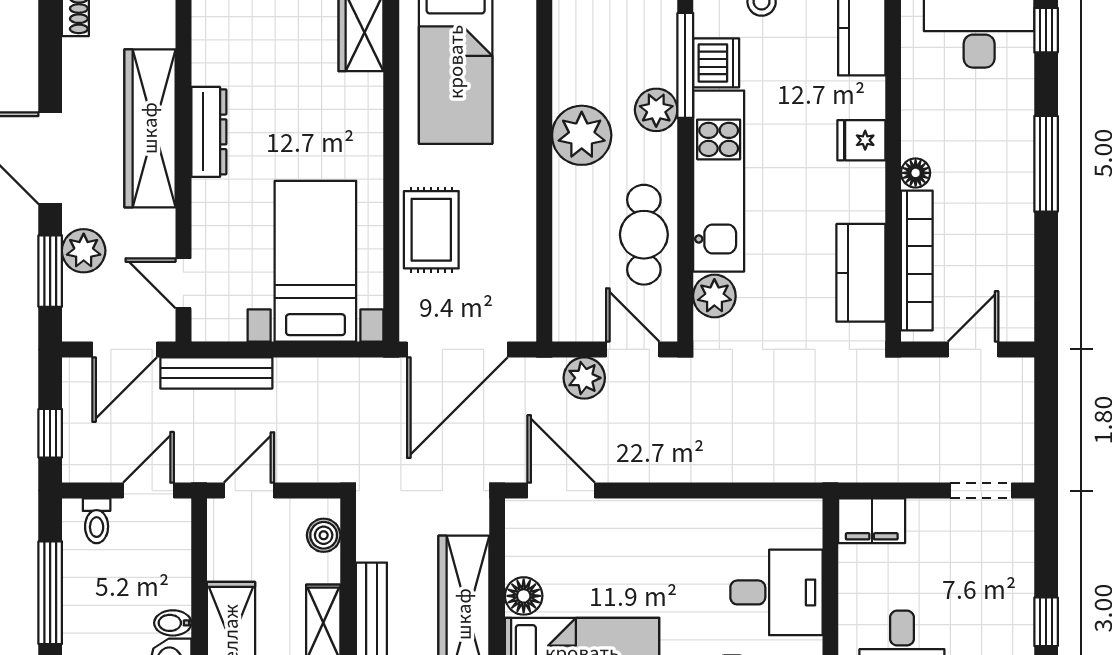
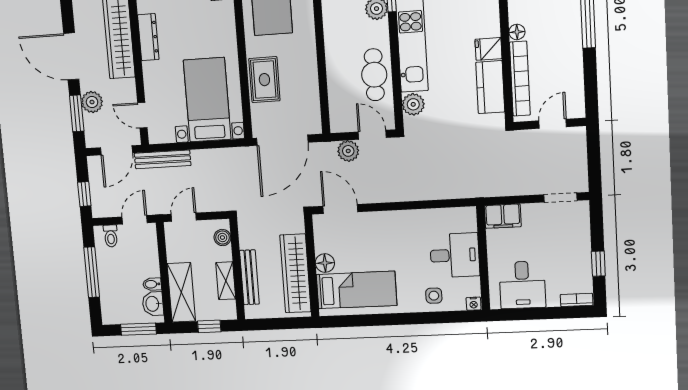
plant: (582, 135) -> (338, 25), removed
fridge: (861, 140) -> (488, 49), moved

